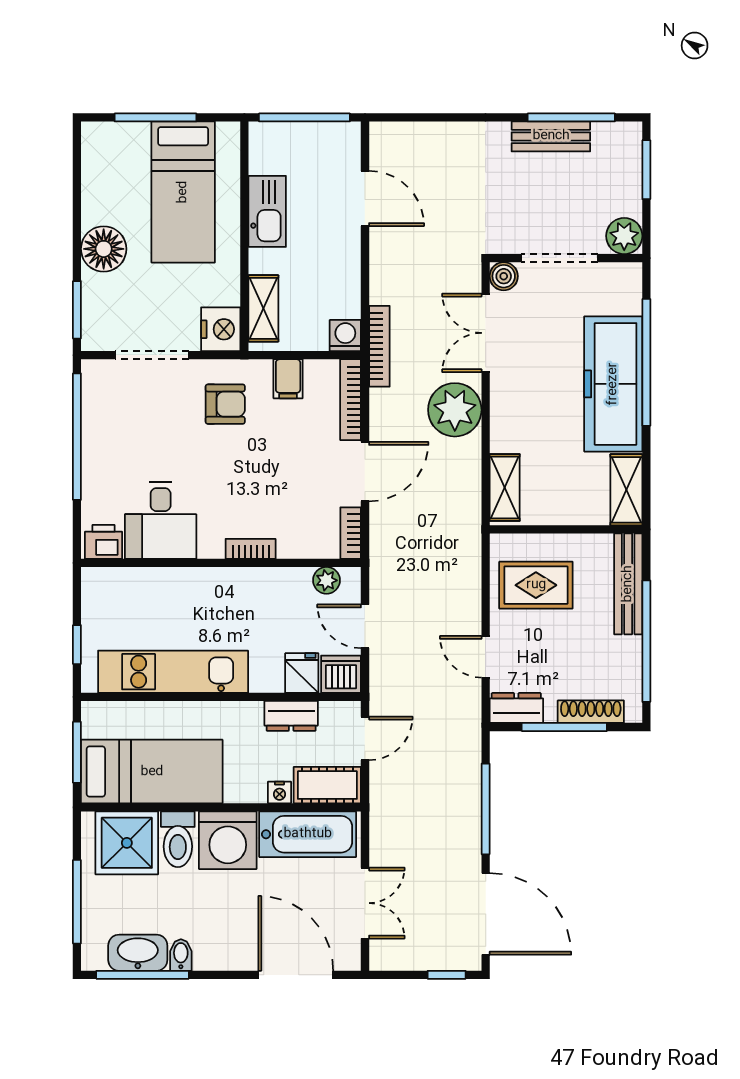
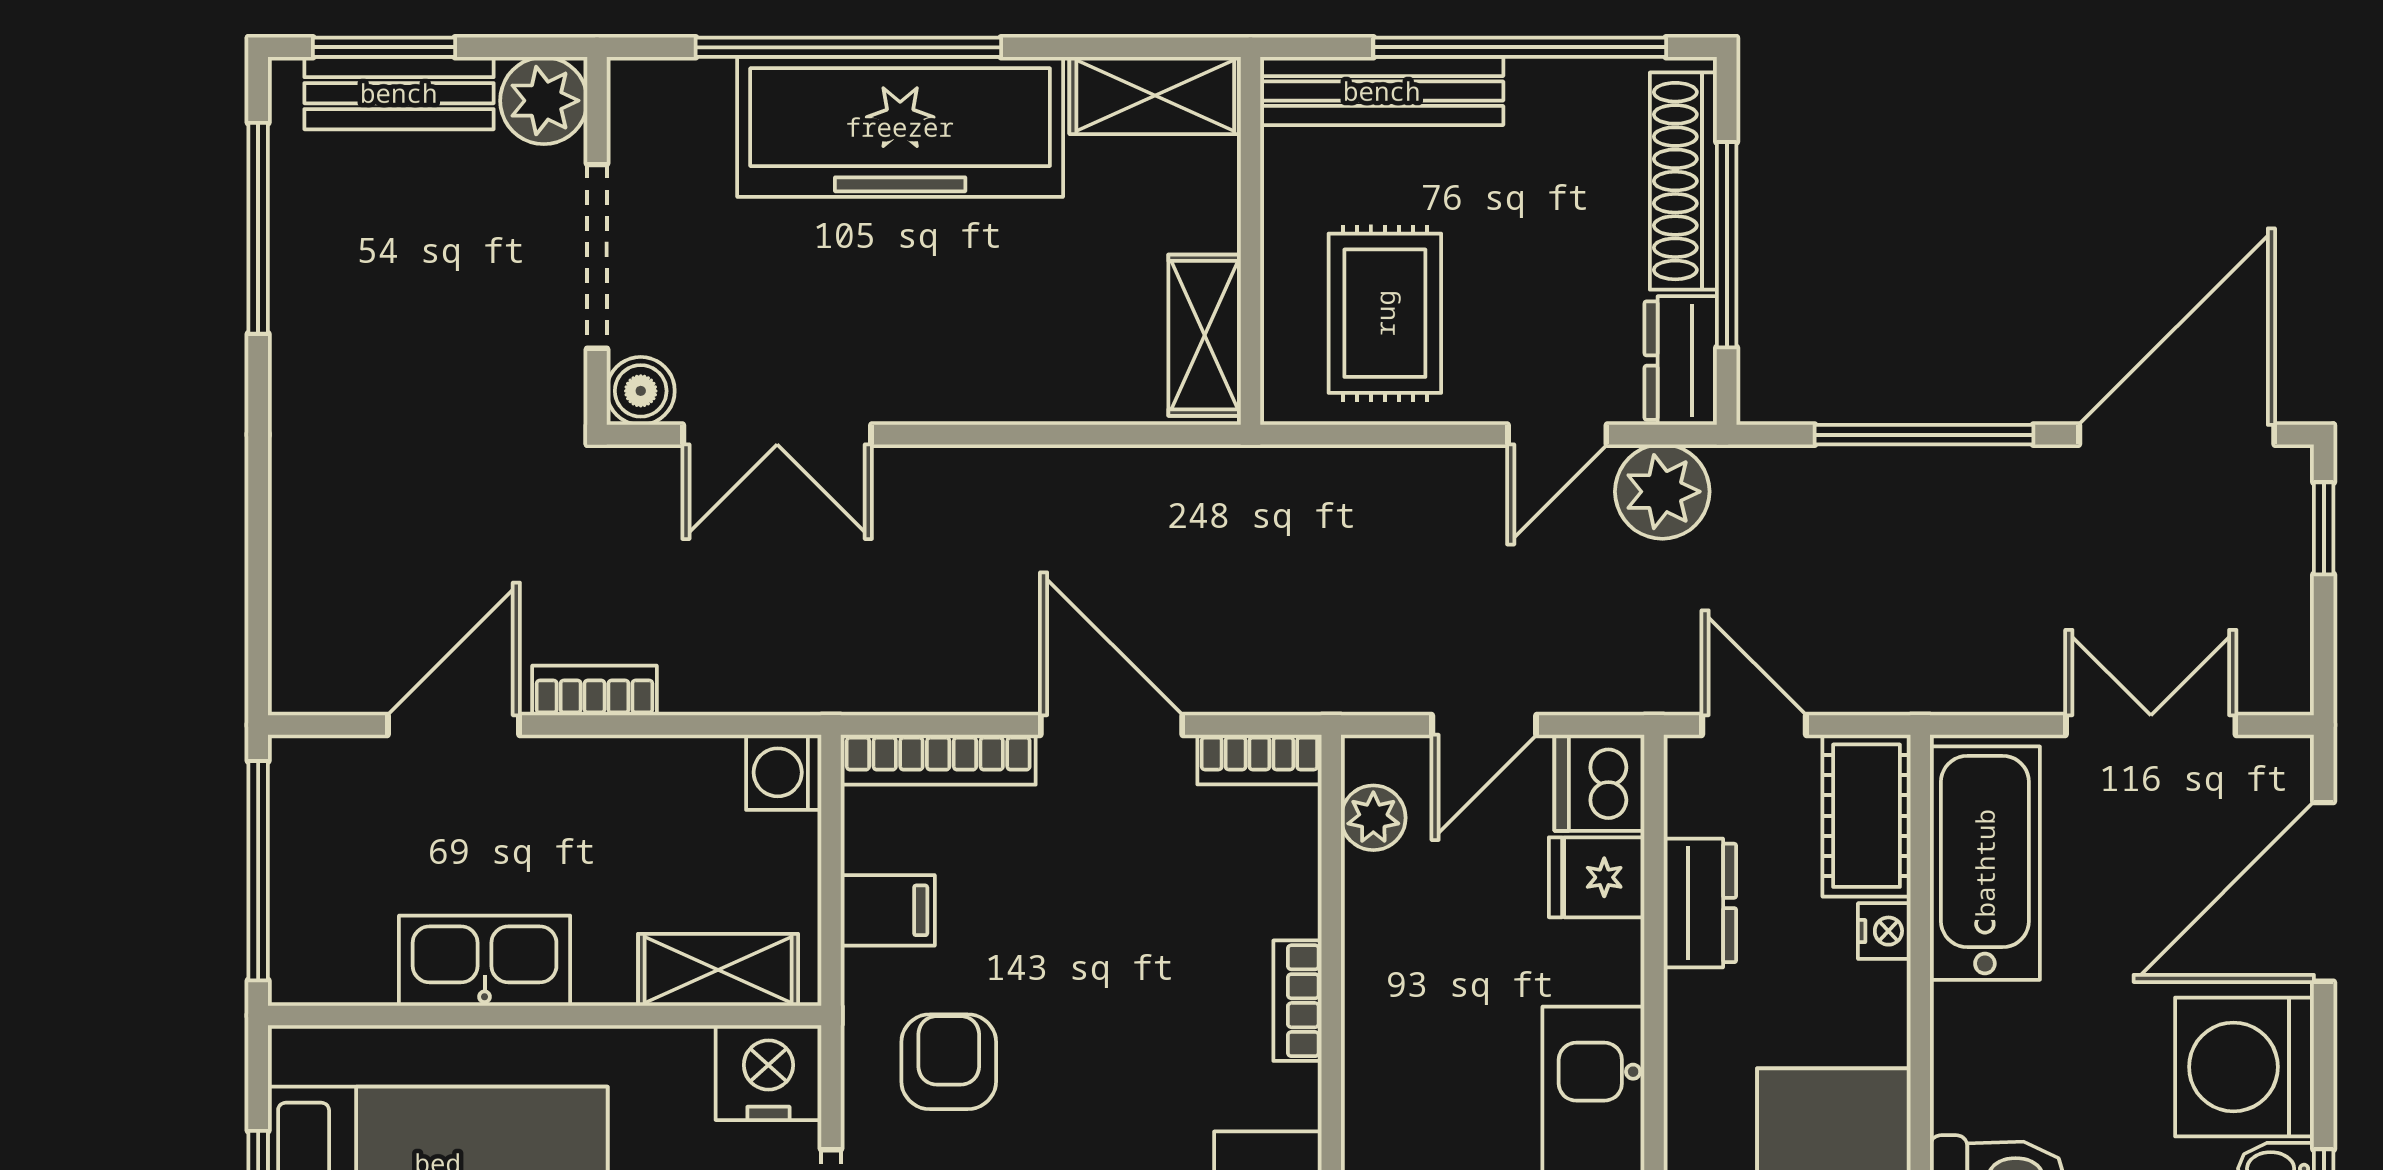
bench: (551, 136) -> (399, 93), moved, turned 90
bookcase: (379, 346) -> (595, 690), moved, width x0.64
plant: (455, 410) -> (1662, 492), moved, width x0.73, depth x0.73
shelving: (505, 488) -> (1205, 335), moved, turned 90
shoe rack: (591, 712) -> (1683, 181), width x1.36, depth x1.24
washing machine: (228, 840) -> (2245, 1067), moved, turned 180

